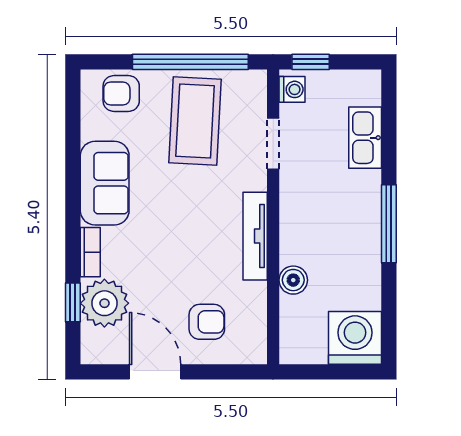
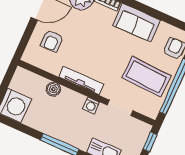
washing machine: (292, 89) -> (91, 105), moved

